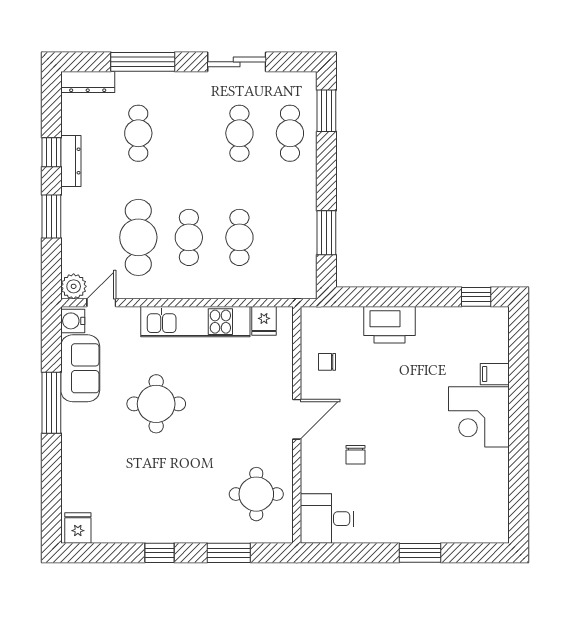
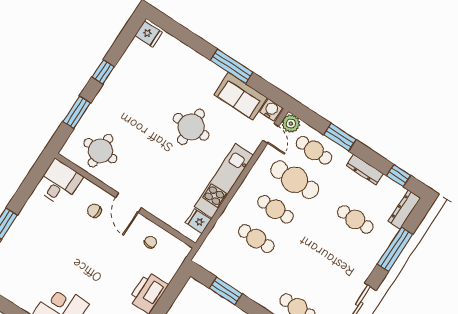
cafe table: (239, 133) -> (314, 150), moved
window: (51, 152) -> (399, 176), moved
chair: (355, 455) -> (94, 211), moved

